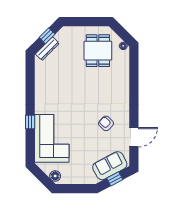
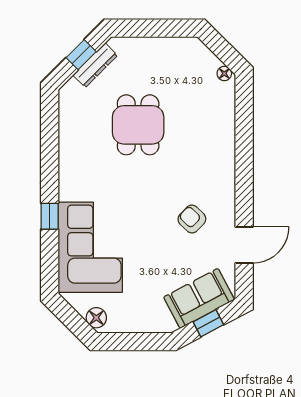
dresser: (47, 49) -> (95, 65), moved
dining table: (98, 51) -> (138, 125), moved

